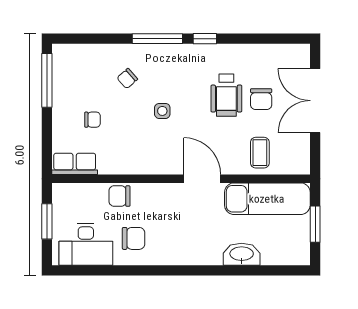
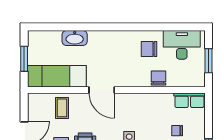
chair: (120, 196) -> (159, 78), turned -90

